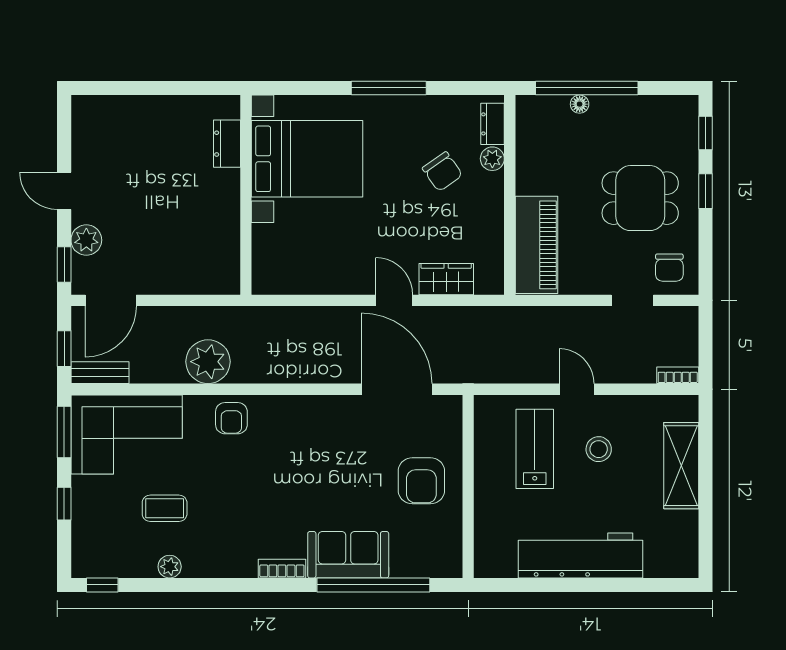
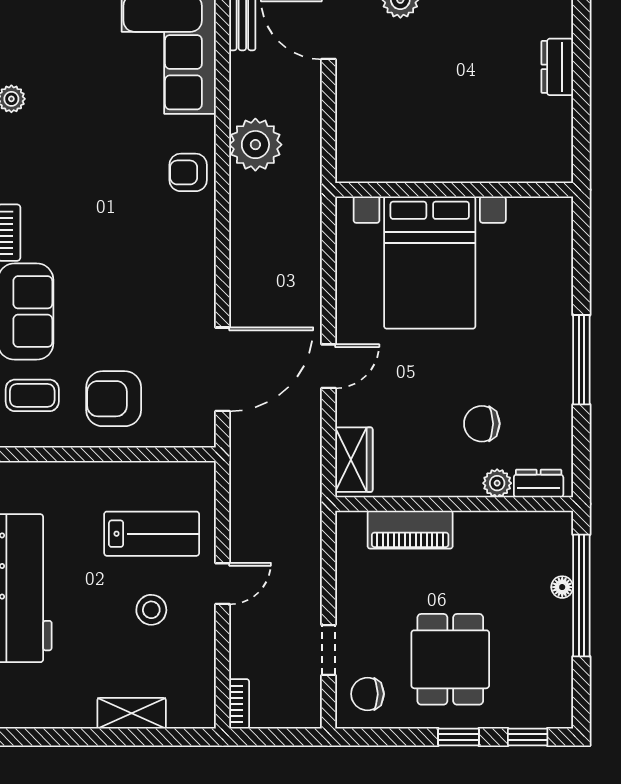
dresser: (227, 144) -> (557, 67), moved, turned -90
bed with nightstands: (307, 159) -> (430, 263), moved
chair: (442, 172) -> (482, 424), turned 35
piano: (536, 245) -> (410, 530), width x0.73, depth x0.75
wardrobe: (446, 279) -> (354, 460), moved
shelving: (681, 466) -> (132, 713), width x0.67, depth x0.75
coffee table: (165, 508) -> (32, 395), moved, turned 90

